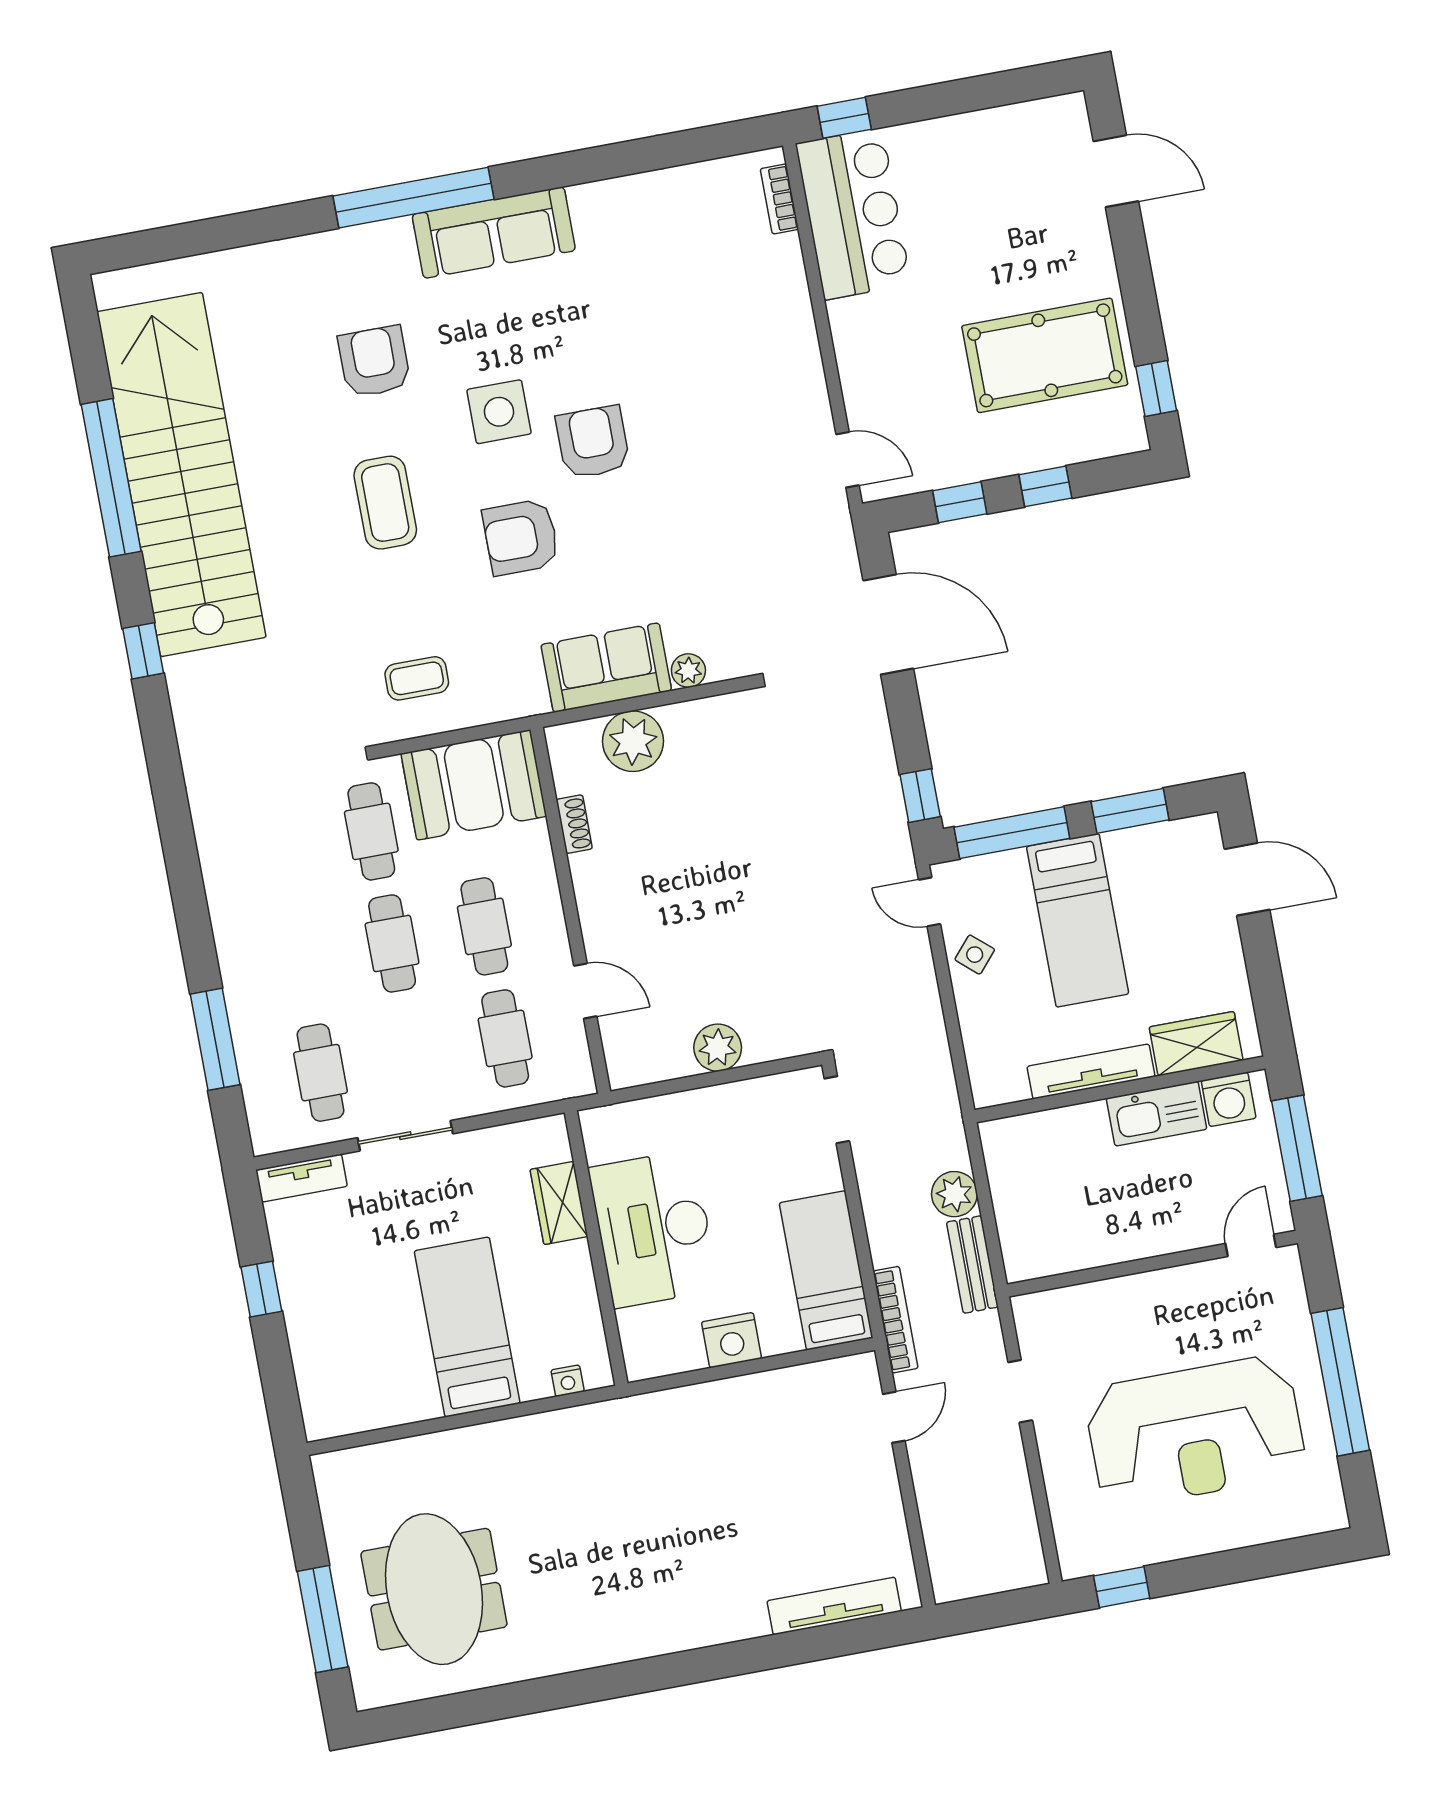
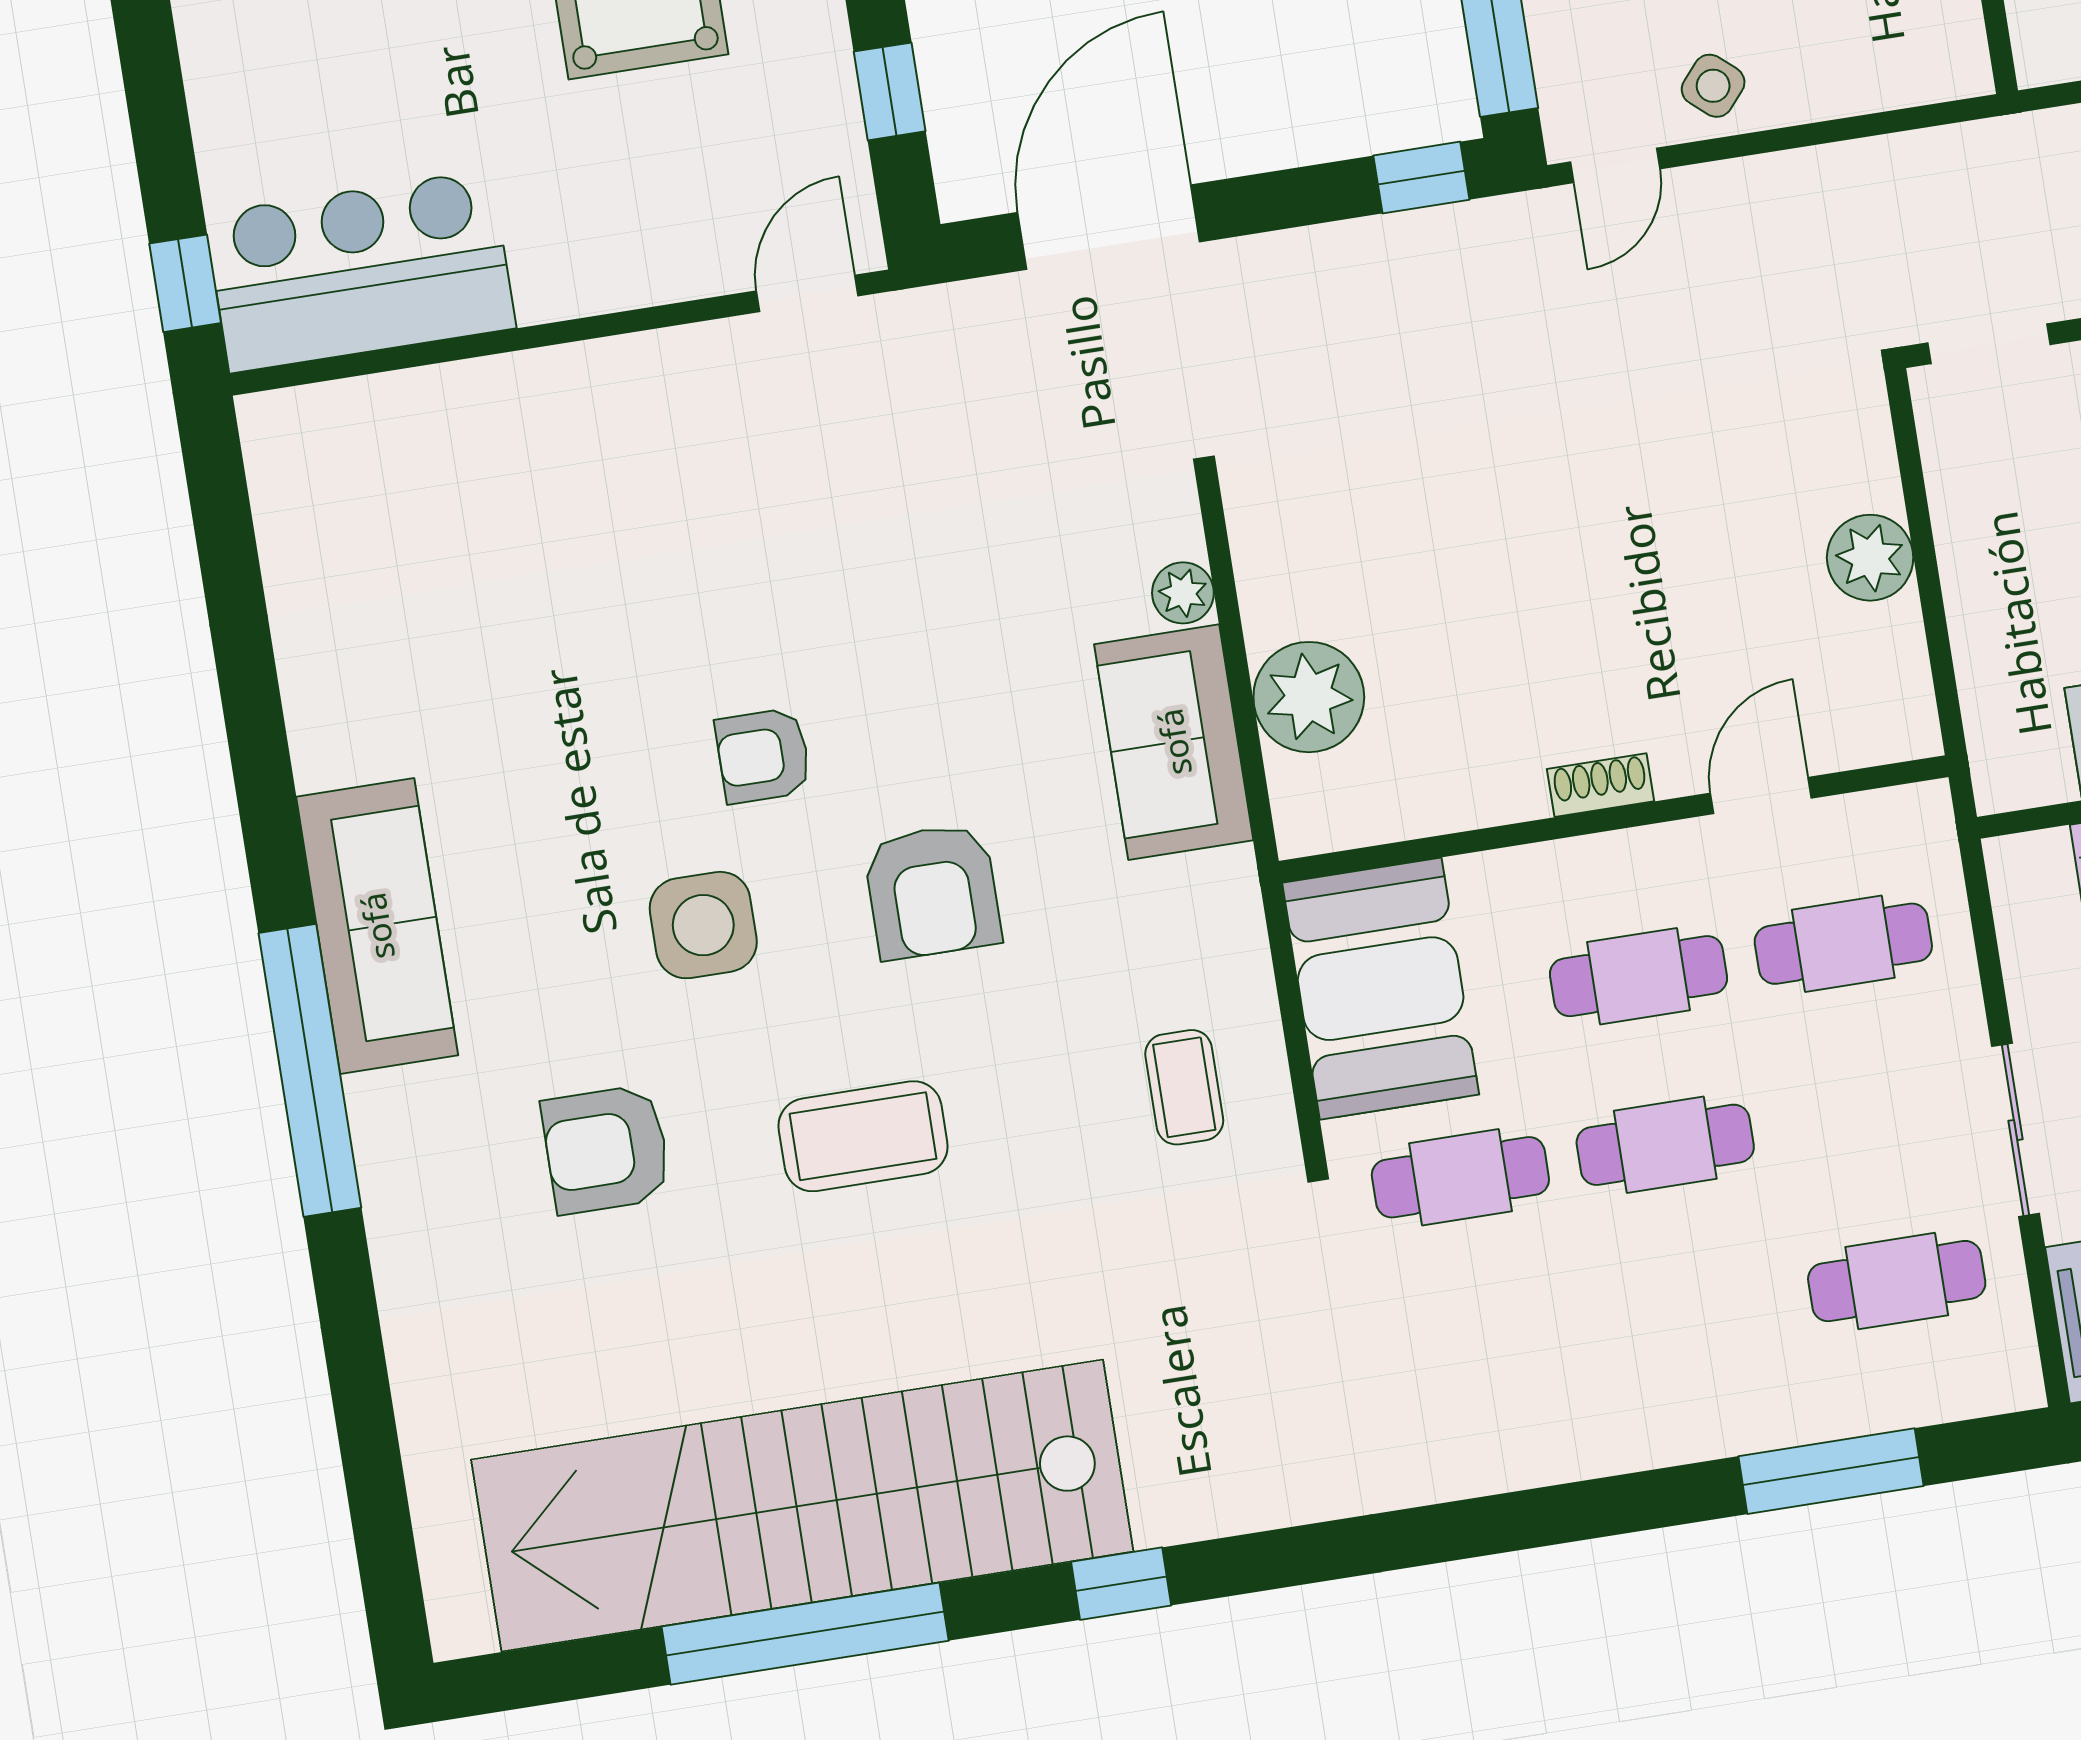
bookcase: (779, 199) -> (330, 405), removed
armchair: (593, 442) -> (763, 756), width x0.72, depth x0.72
shoe rack: (574, 824) -> (1600, 785), moved

